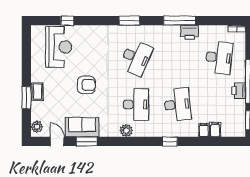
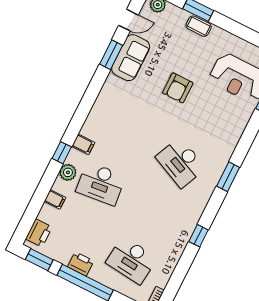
window: (179, 21) -> (198, 236), width x0.46
printer: (190, 32) -> (39, 233), moved, turned 180
desk: (136, 104) -> (125, 135), removed
filing cabinet: (215, 130) -> (83, 144), moved
plant: (126, 131) -> (68, 172), moved

